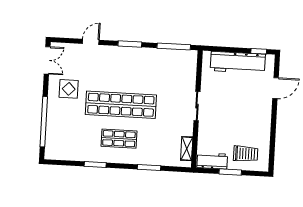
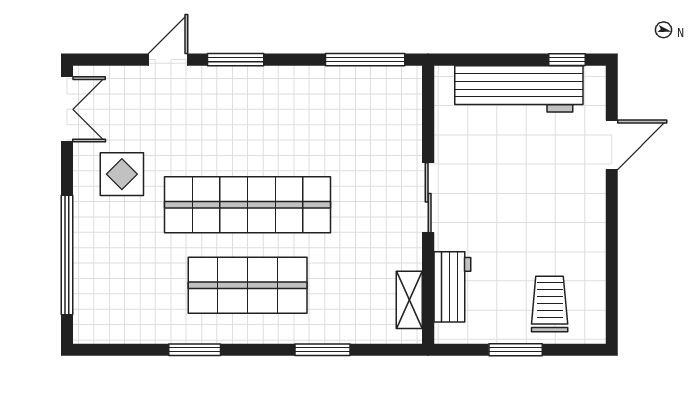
window: (130, 44) -> (236, 60), moved
shop shelf: (119, 139) -> (248, 285), width x1.43, depth x1.36
trolley: (246, 154) -> (550, 304), turned -90
workbench: (212, 161) -> (452, 287), moved, turned 90

